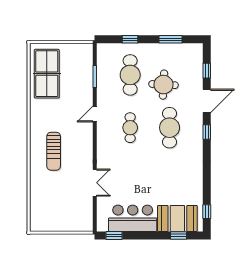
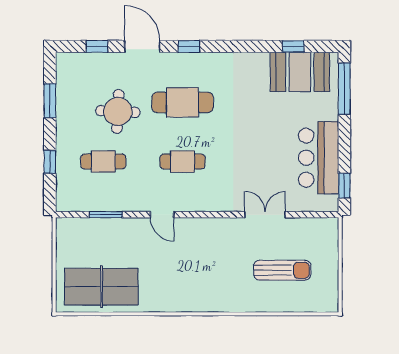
cafe table: (130, 75) -> (103, 162), width x0.73, depth x0.74
sun lounger: (54, 151) -> (282, 270), moved
window: (207, 212) -> (293, 46), moved
booth: (177, 218) -> (300, 72), moved, turned 90
window: (179, 235) -> (344, 89), width x2.17

